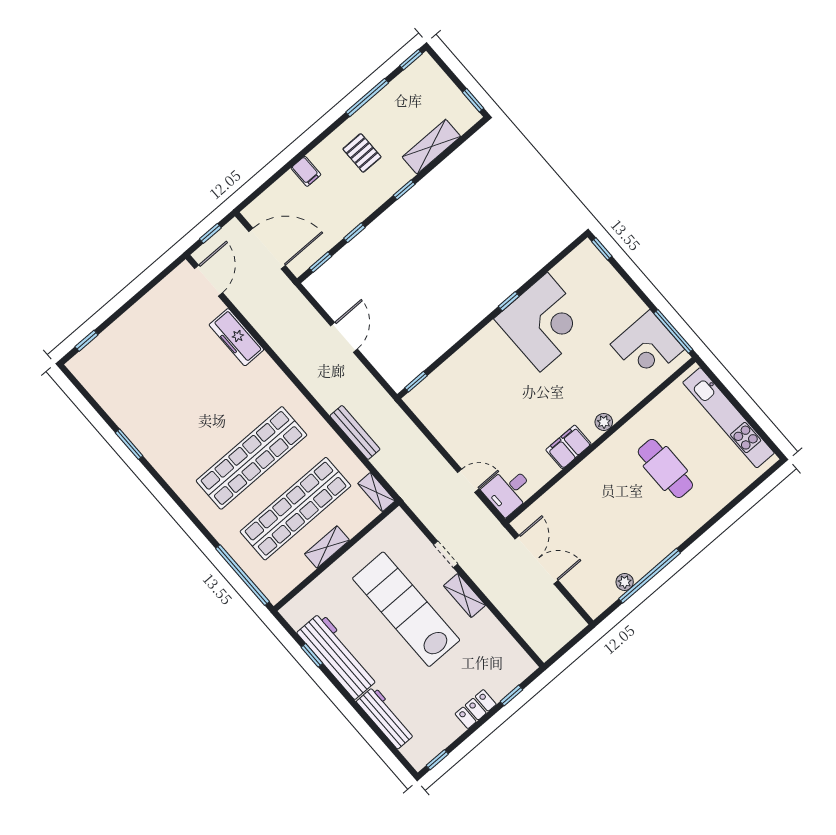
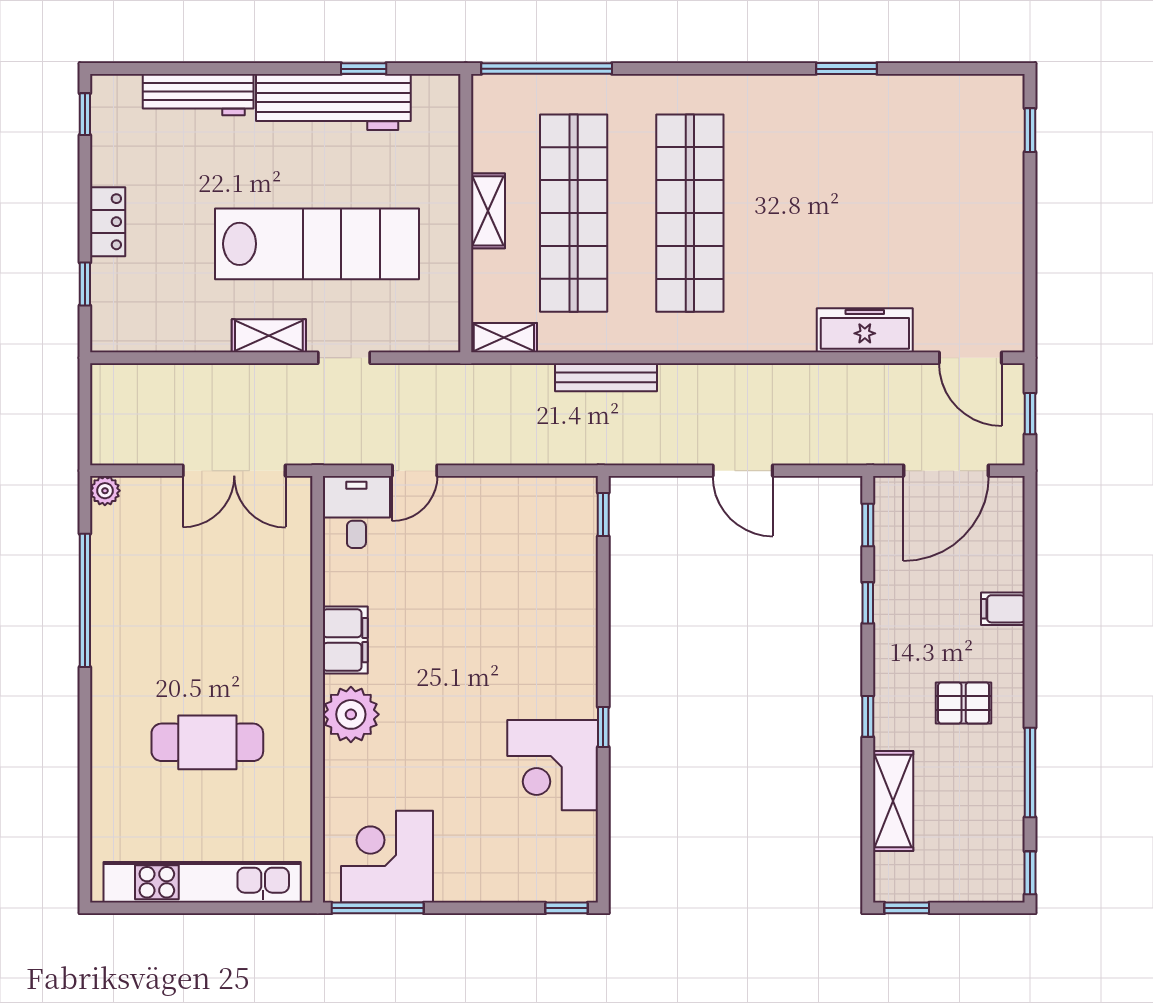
corner desk: (544, 322) -> (553, 765), width x0.74, depth x0.74
plant: (604, 422) -> (351, 714), width x1.87, depth x1.87
plant: (625, 582) -> (105, 491), moved

